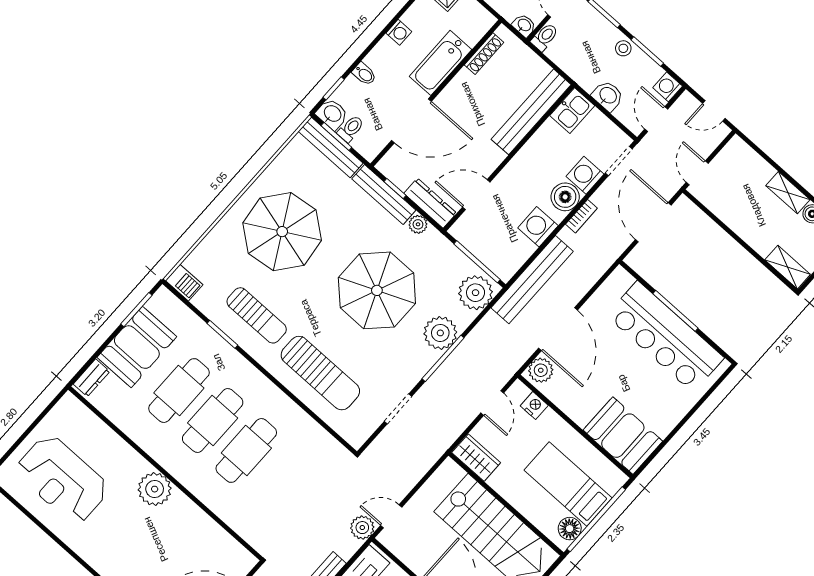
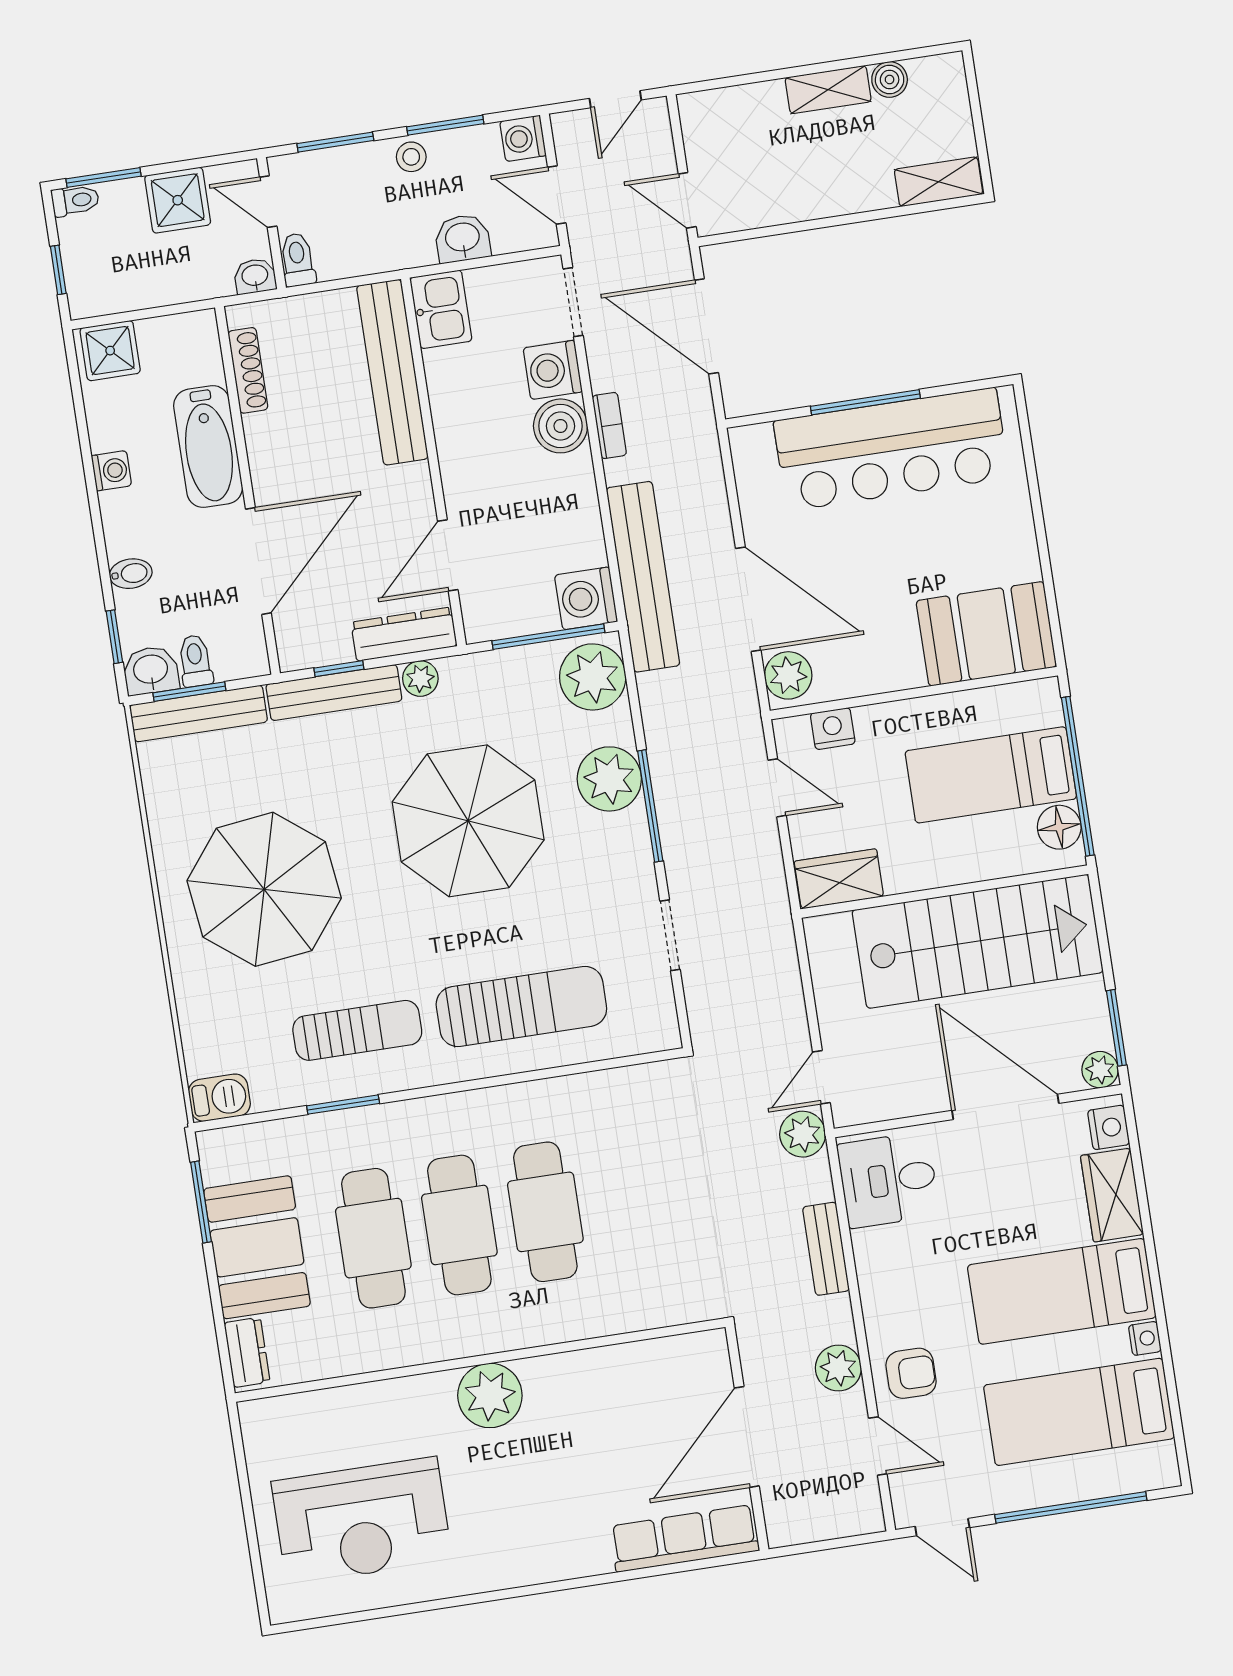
washing machine: (538, 227) -> (586, 598), moved

